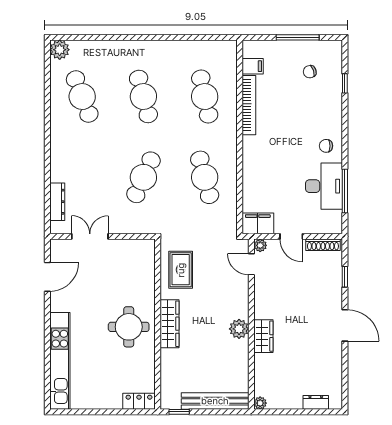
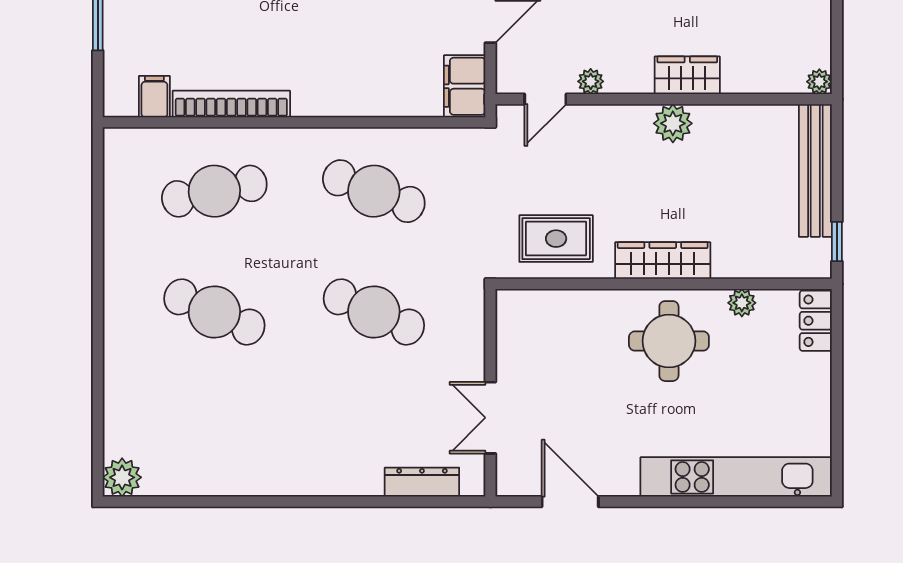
cafe table: (82, 97) -> (214, 433), removed
cafe table: (143, 97) -> (214, 312), turned 39
cafe table: (205, 177) -> (374, 191), turned 36
plant: (260, 245) -> (591, 81), moved
plant: (148, 364) -> (742, 303), added

